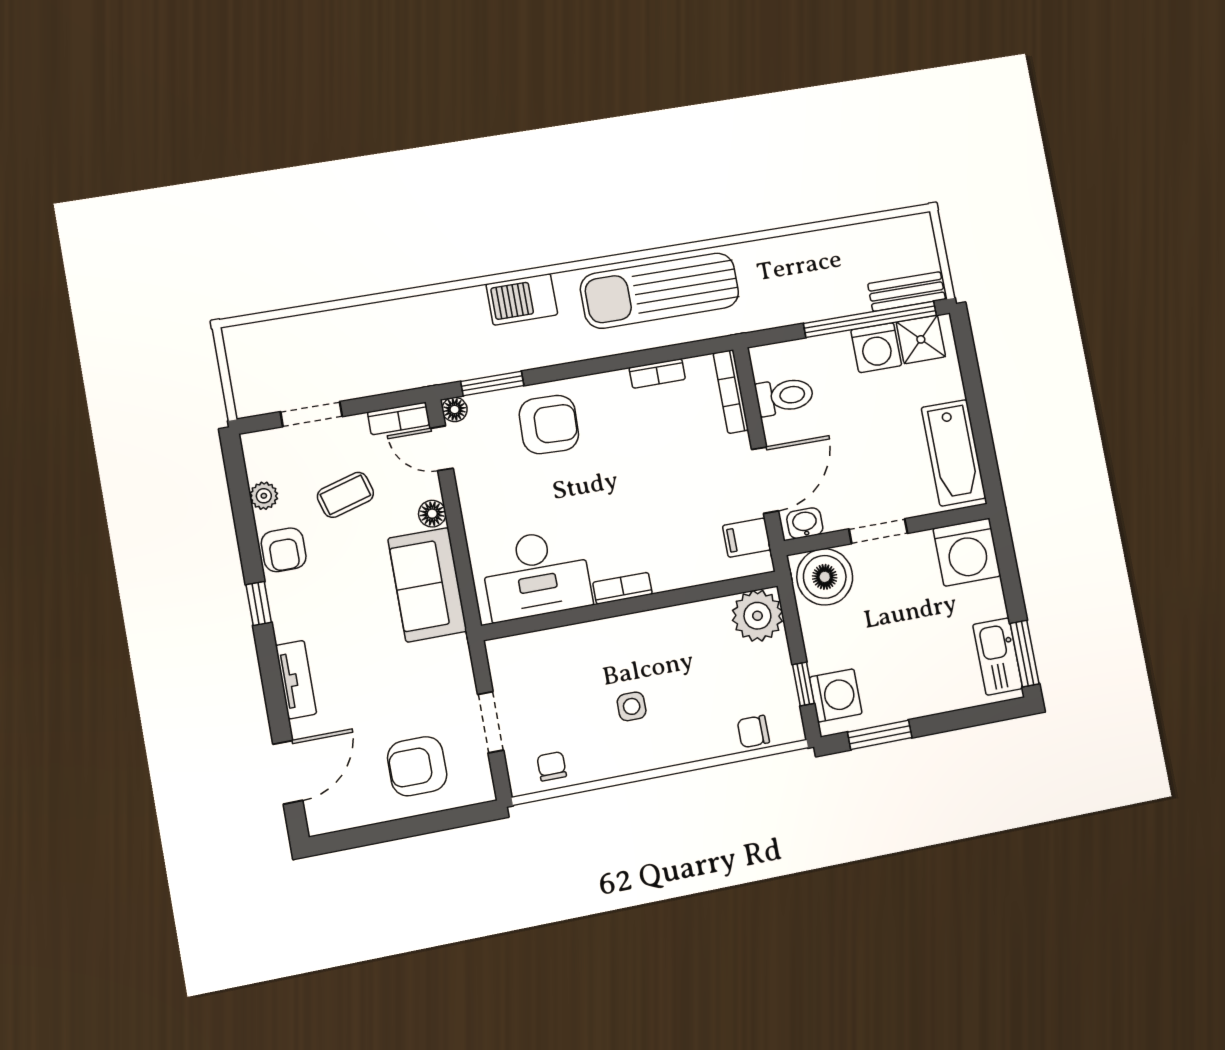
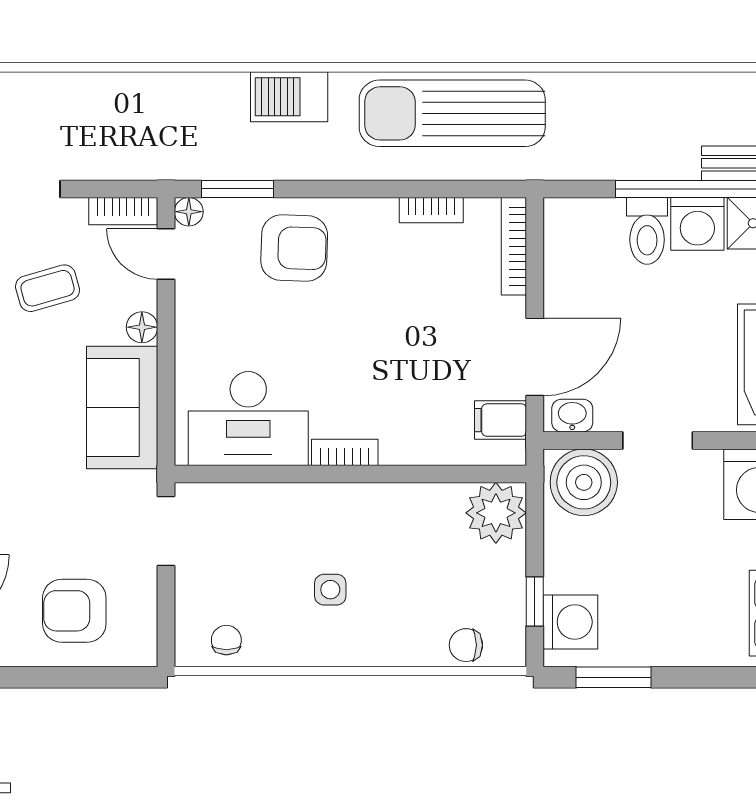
toilet: (785, 396) -> (647, 231), moved, turned 90
doorway: (491, 722) -> (166, 531), moved

